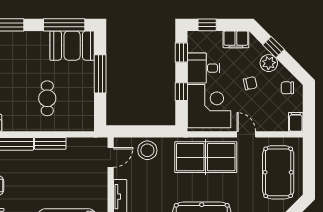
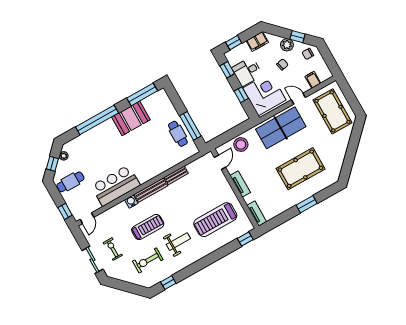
booth: (72, 46) -> (131, 118), moved
window: (273, 47) -> (298, 37), moved
window: (100, 74) -> (190, 126), moved
cafe table: (47, 98) -> (178, 134), moved
filing cabinet: (296, 122) -> (313, 80), moved

